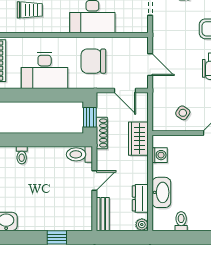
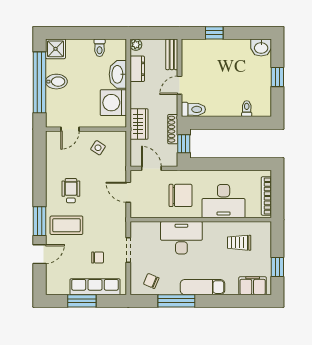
desk: (45, 70) -> (224, 201), moved, turned 180
washing machine: (160, 155) -> (113, 103), width x1.89, depth x1.89

